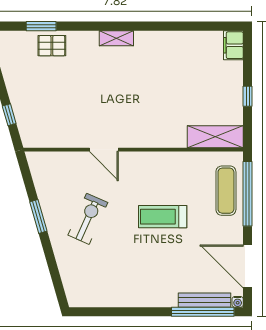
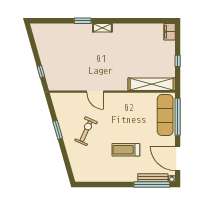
window: (41, 26) -> (83, 21), moved
pallet: (52, 46) -> (65, 32), removed
shelving: (215, 137) -> (152, 84), width x1.47
exercise mat: (226, 191) -> (165, 115), width x1.36, depth x1.45
treadmill: (163, 217) -> (126, 150), moved

